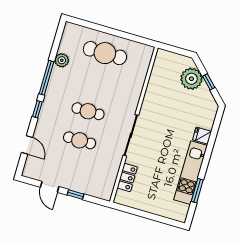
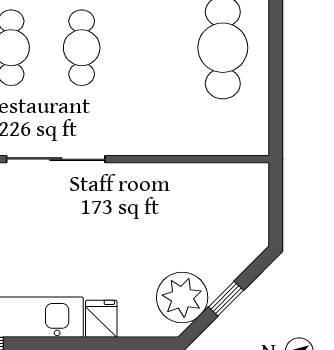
plant: (191, 79) -> (182, 298), moved

